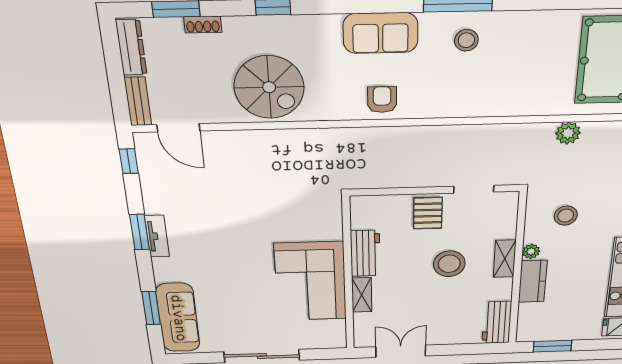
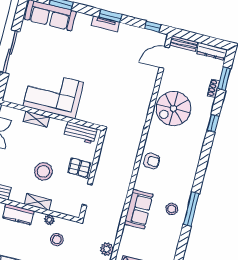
sofa: (380, 33) -> (139, 209), moved, turned 180
plant: (531, 251) -> (49, 220), moved
workbench: (365, 253) -> (80, 133), moved

